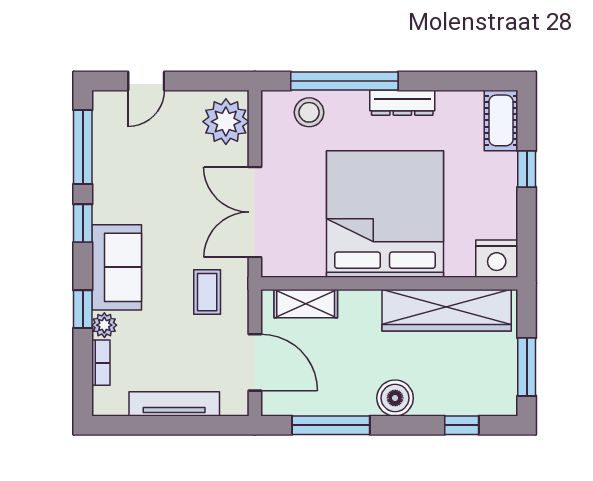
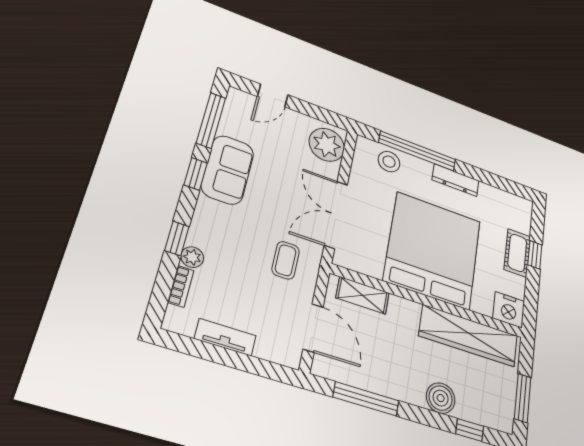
cot: (501, 120) -> (517, 253), moved
sofa: (117, 267) -> (228, 170), moved
boiler: (395, 398) -> (441, 398), moved
tv unit: (174, 404) -> (225, 337), width x0.71

